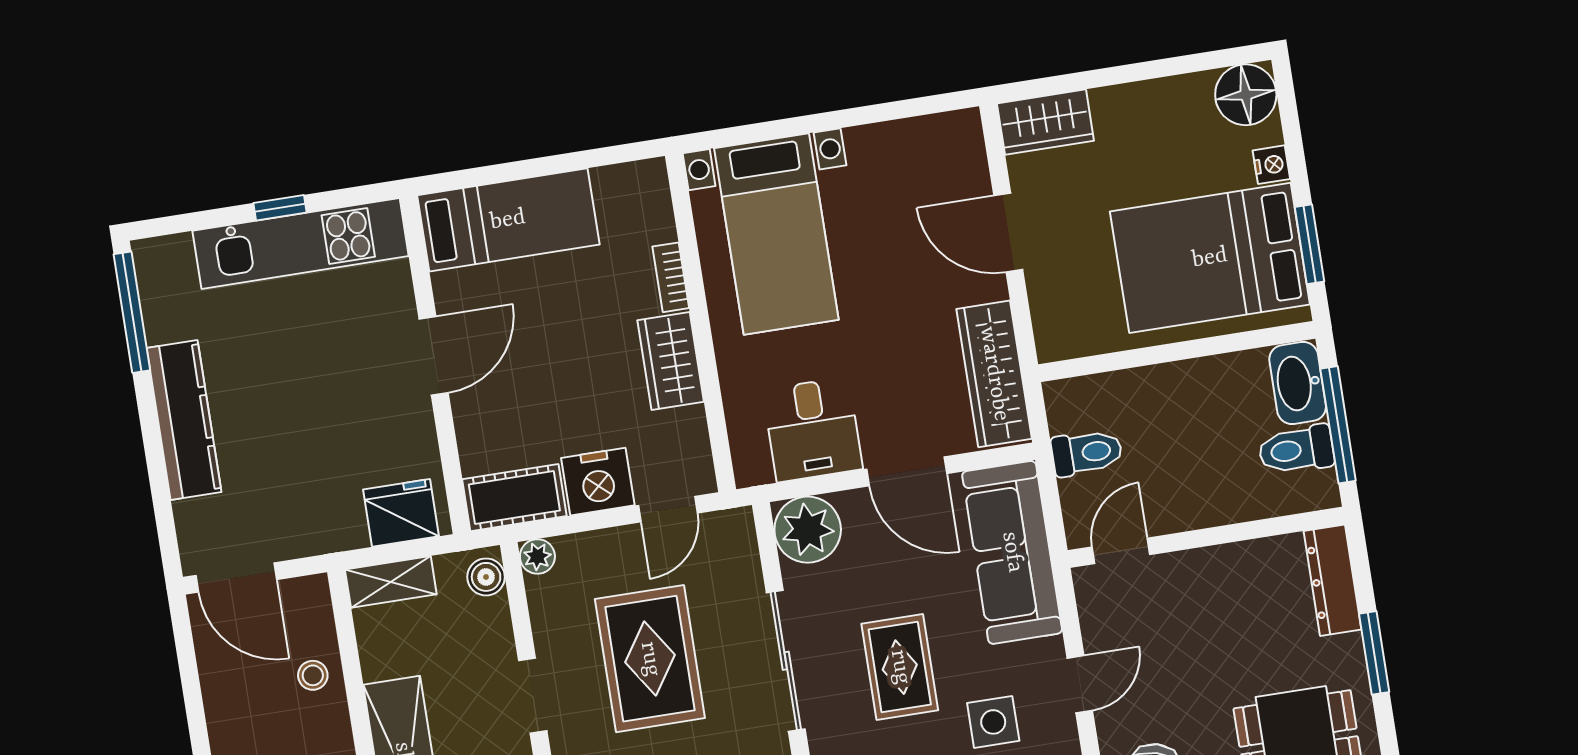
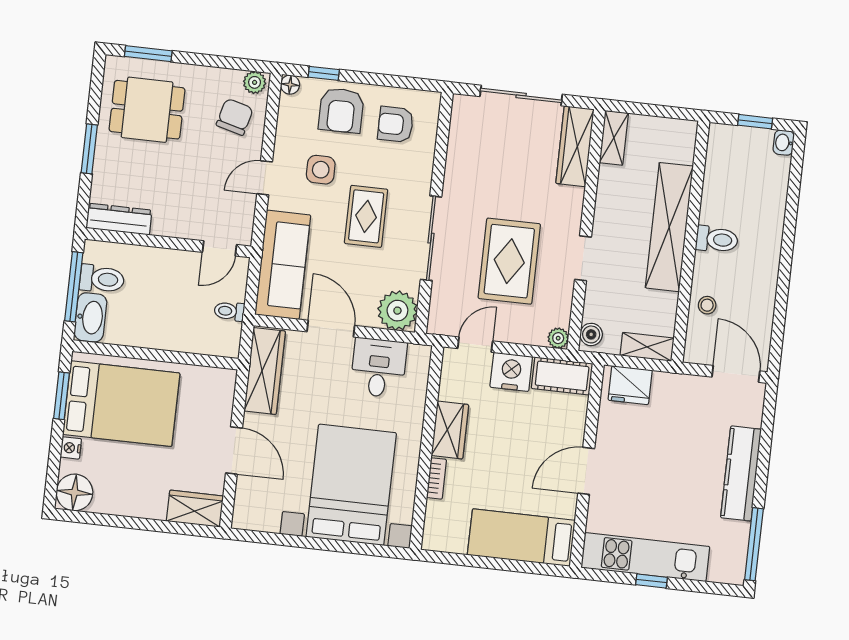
bed with nightstands: (776, 234) -> (351, 485), width x1.36
toilet: (1087, 453) -> (229, 311), width x0.73, depth x0.72
dresser: (1332, 580) -> (119, 219), moved, turned -90

